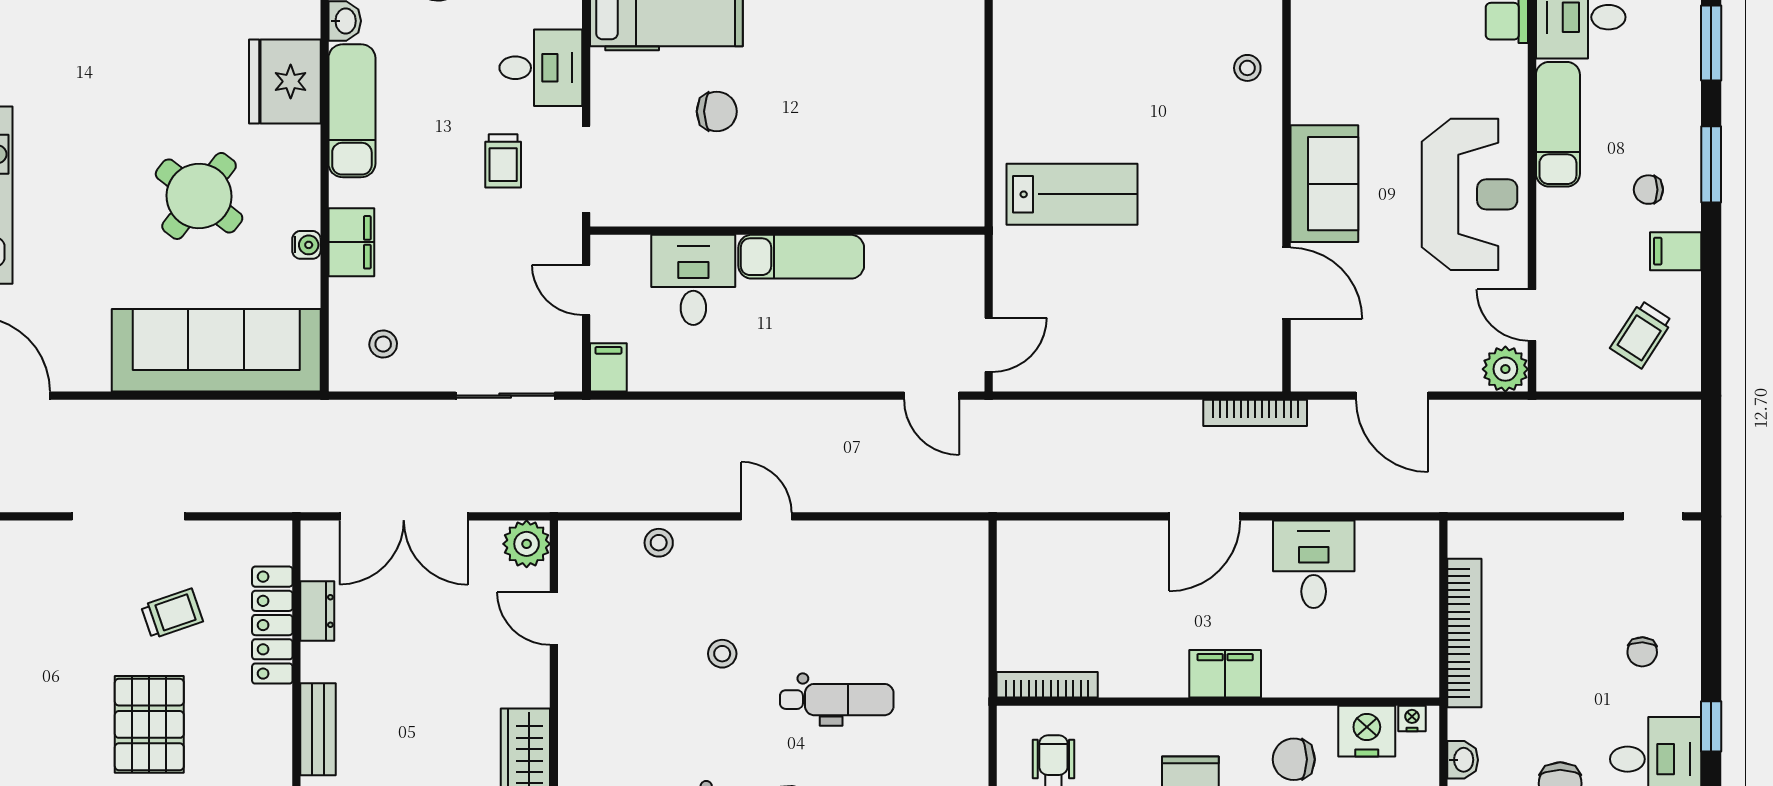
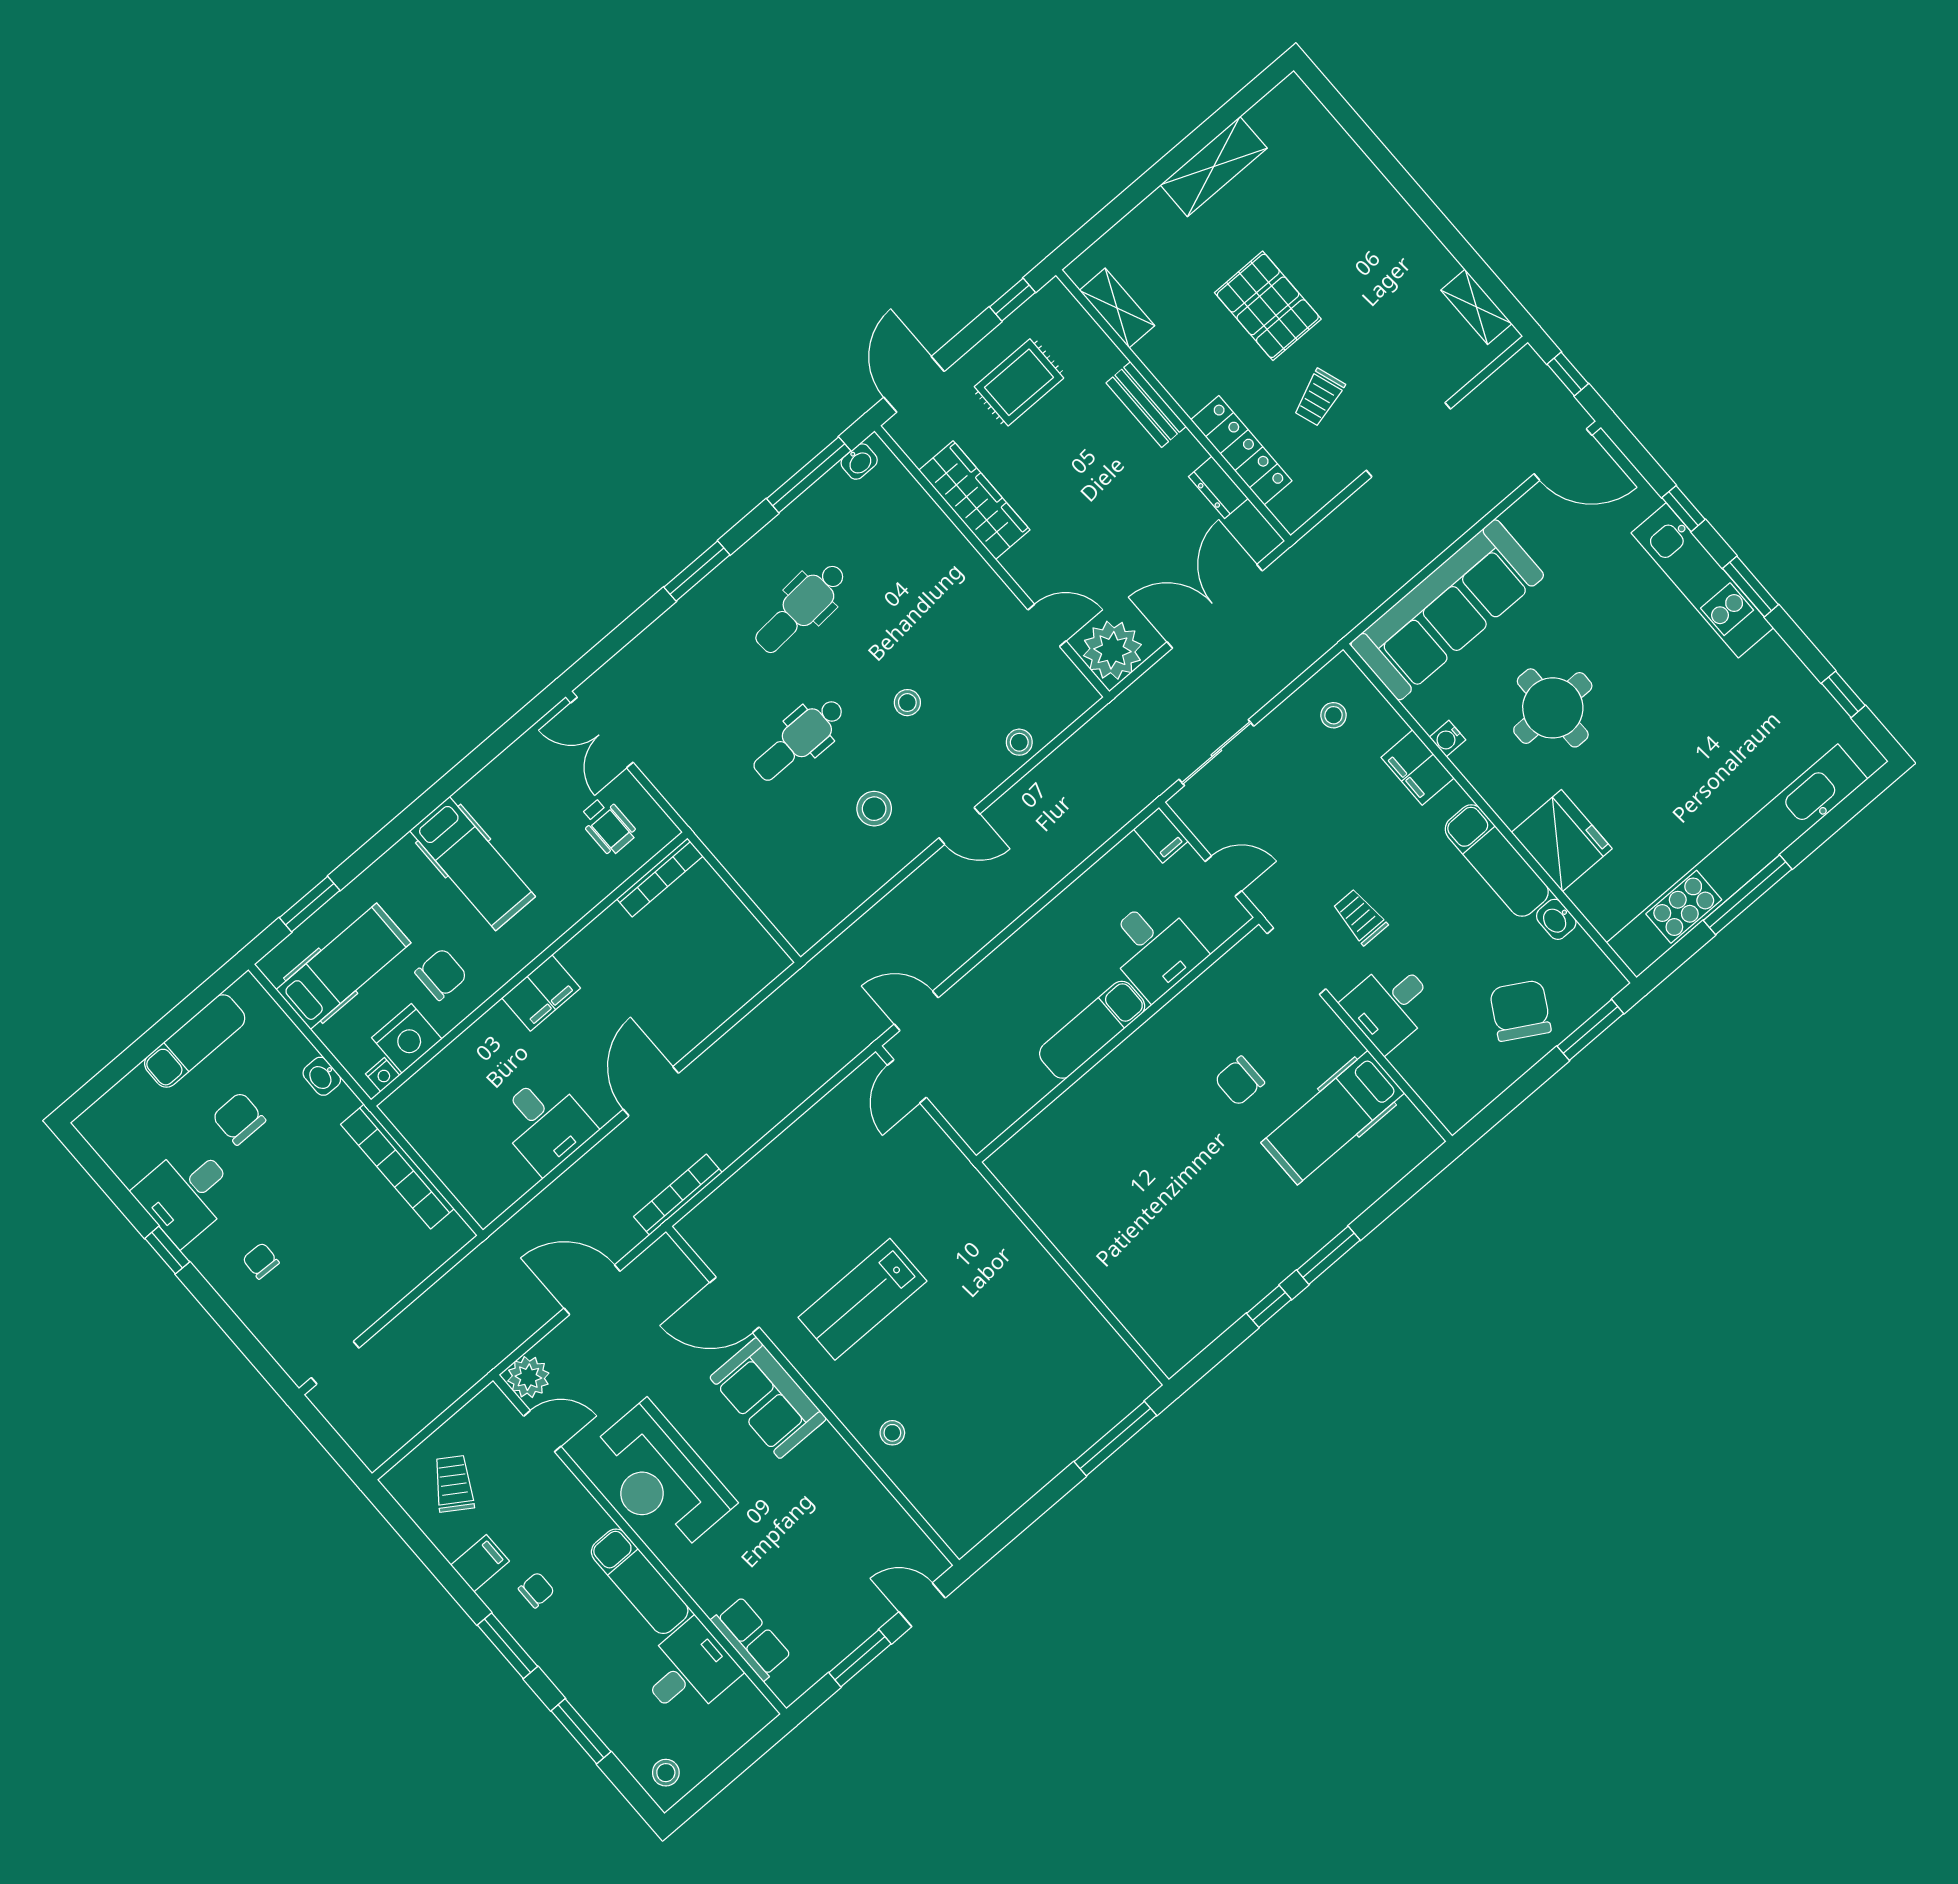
lab bench: (1072, 194) -> (862, 1299), moved
round table: (199, 196) -> (1553, 708), turned -38
plant: (527, 544) -> (1112, 650), width x1.36, depth x1.36
stool: (824, 590) -> (874, 809), added

